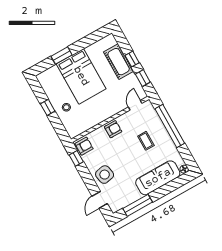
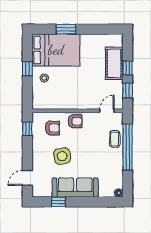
bed: (81, 76) -> (56, 50), moved, turned -90
coffee table: (146, 141) -> (115, 139), moved
armchair: (84, 146) -> (52, 128), moved
side table: (105, 175) -> (62, 156), moved
sofa: (158, 178) -> (75, 188), moved
window: (138, 205) -> (59, 202), width x0.46

